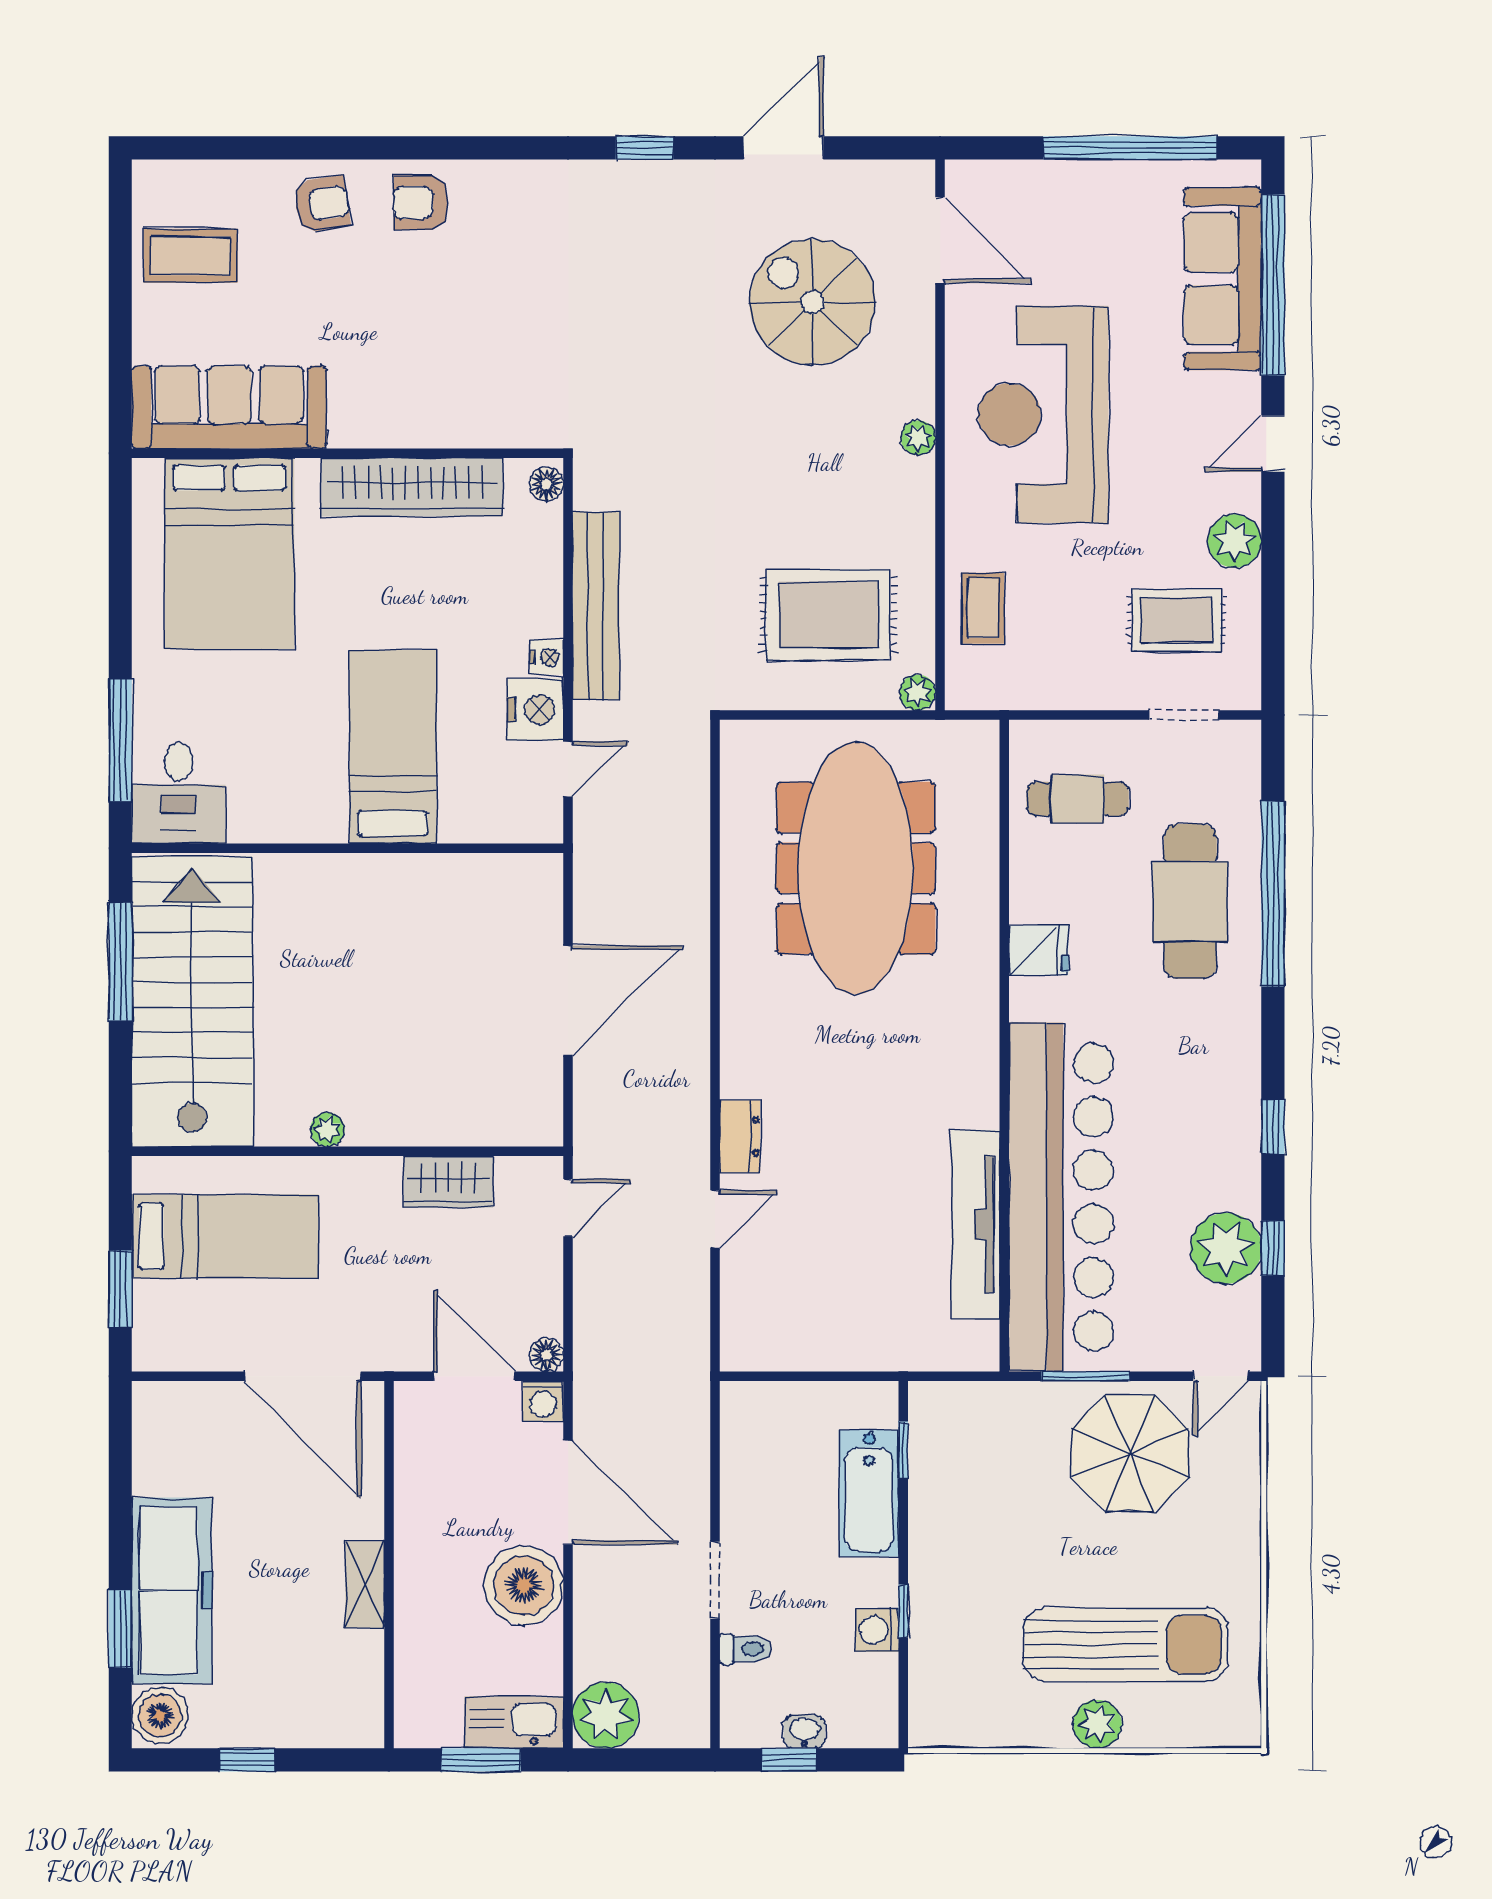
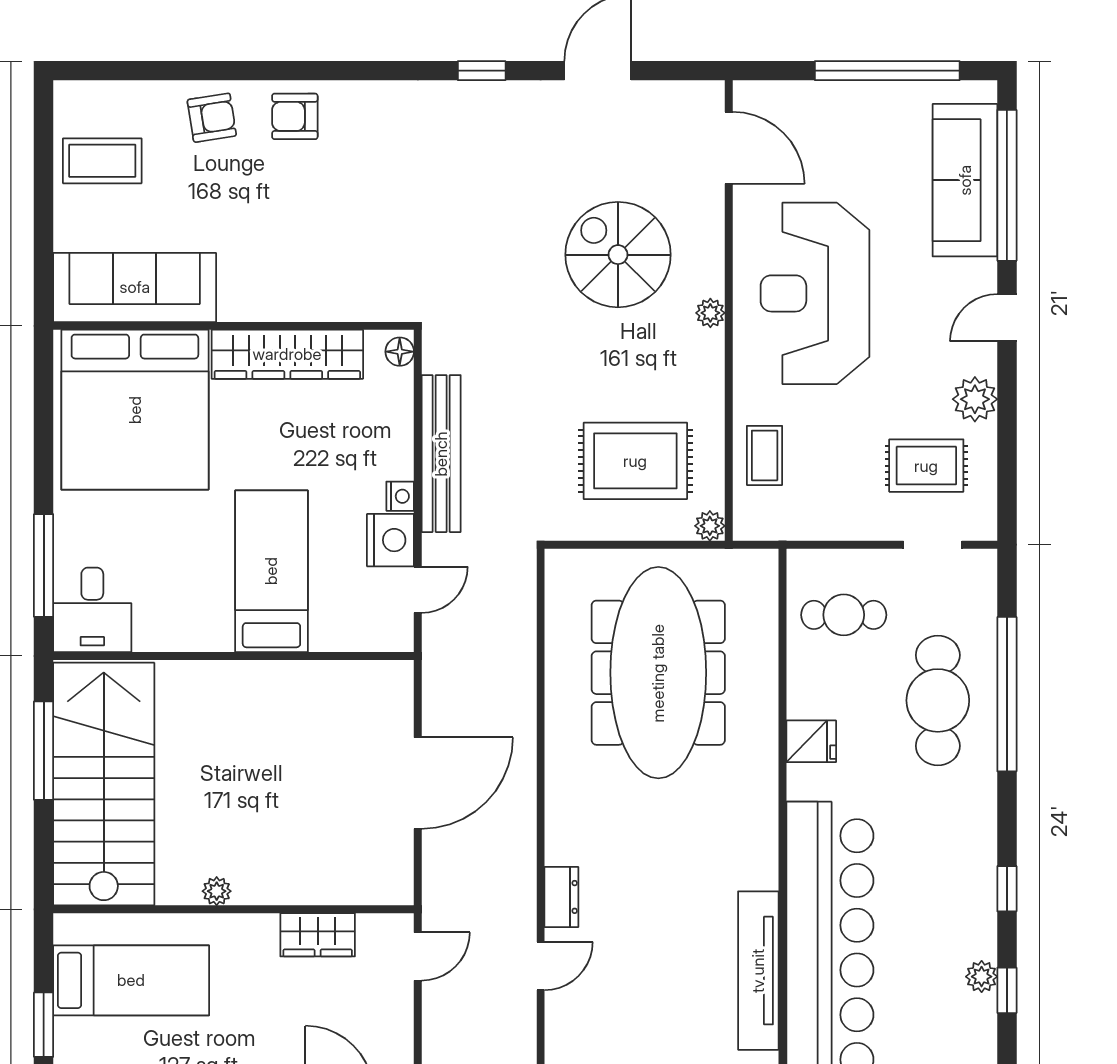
spiral stairs: (812, 302) -> (618, 255), moved
bed: (230, 554) -> (135, 410), width x1.36
plant: (1226, 1248) -> (982, 977), width x0.53, depth x0.53

